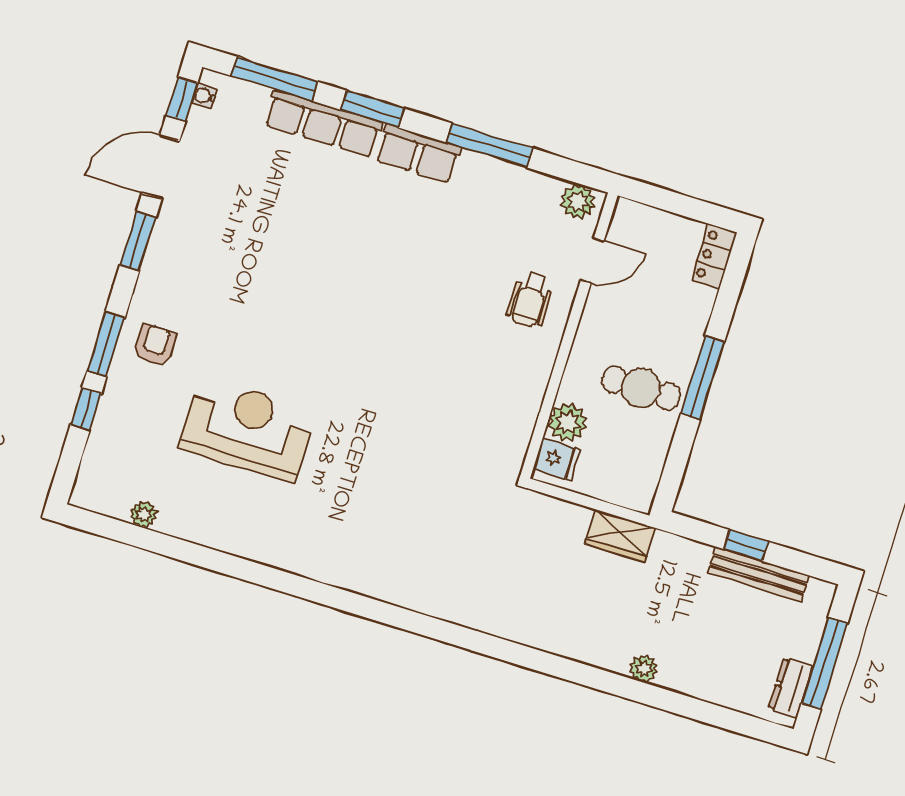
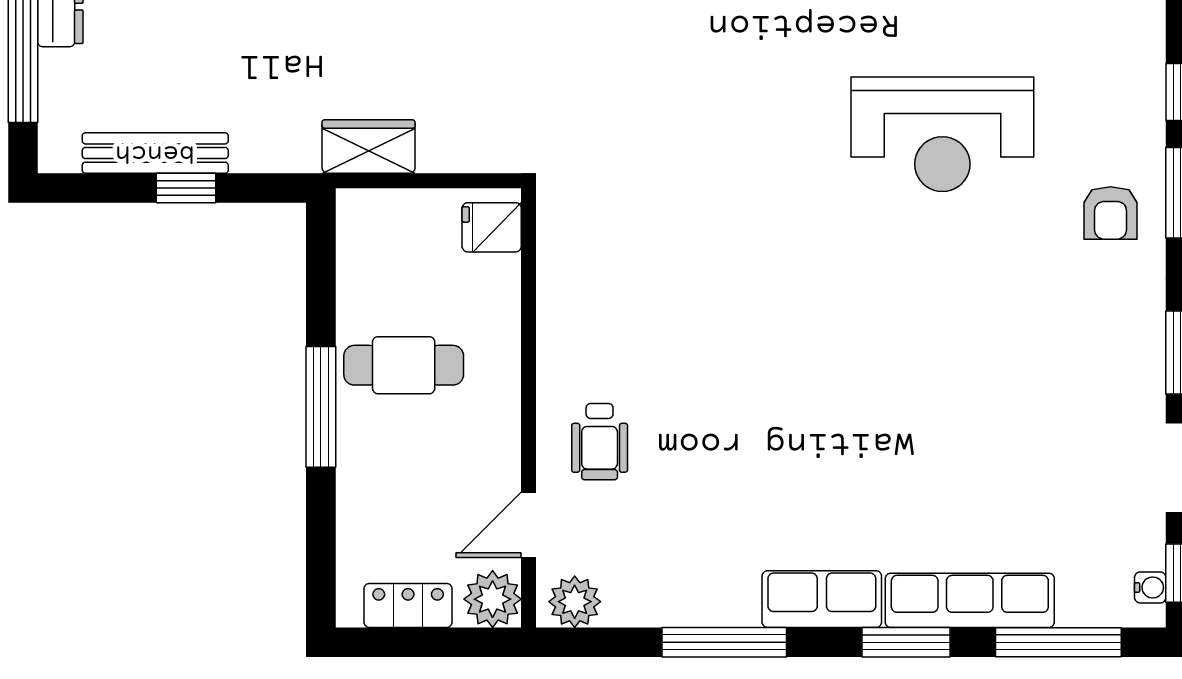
locker: (714, 256) -> (408, 605), moved, turned -90
wheelchair: (530, 300) -> (600, 442), turned 180
plant: (568, 422) -> (493, 599), moved

